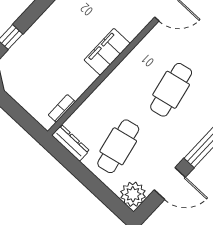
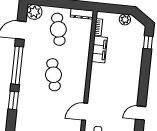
filing cabinet: (107, 52) -> (99, 49), moved
plant: (18, 92) -> (125, 19), added

